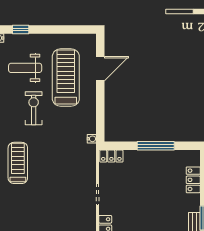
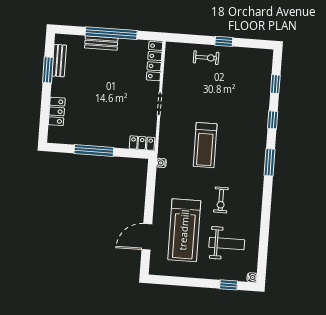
exercise bike: (34, 108) -> (221, 200), width x0.73, depth x0.72
treadmill: (18, 163) -> (205, 145), moved

